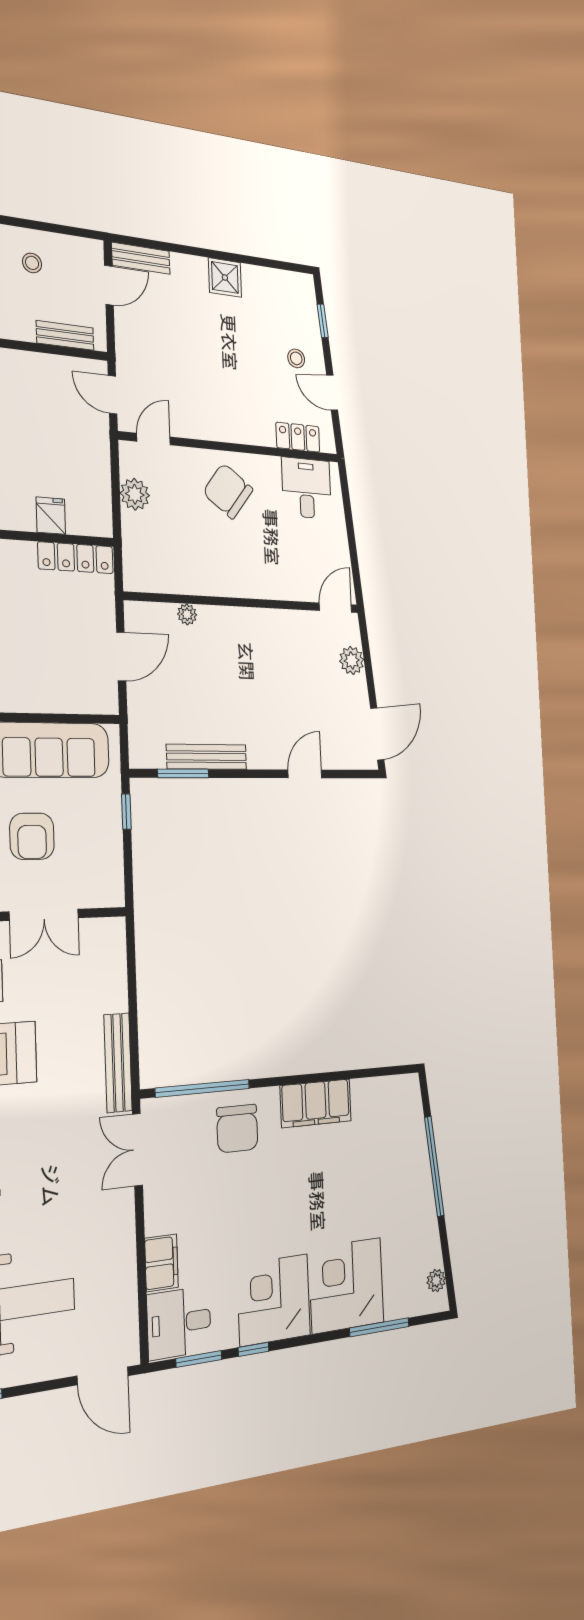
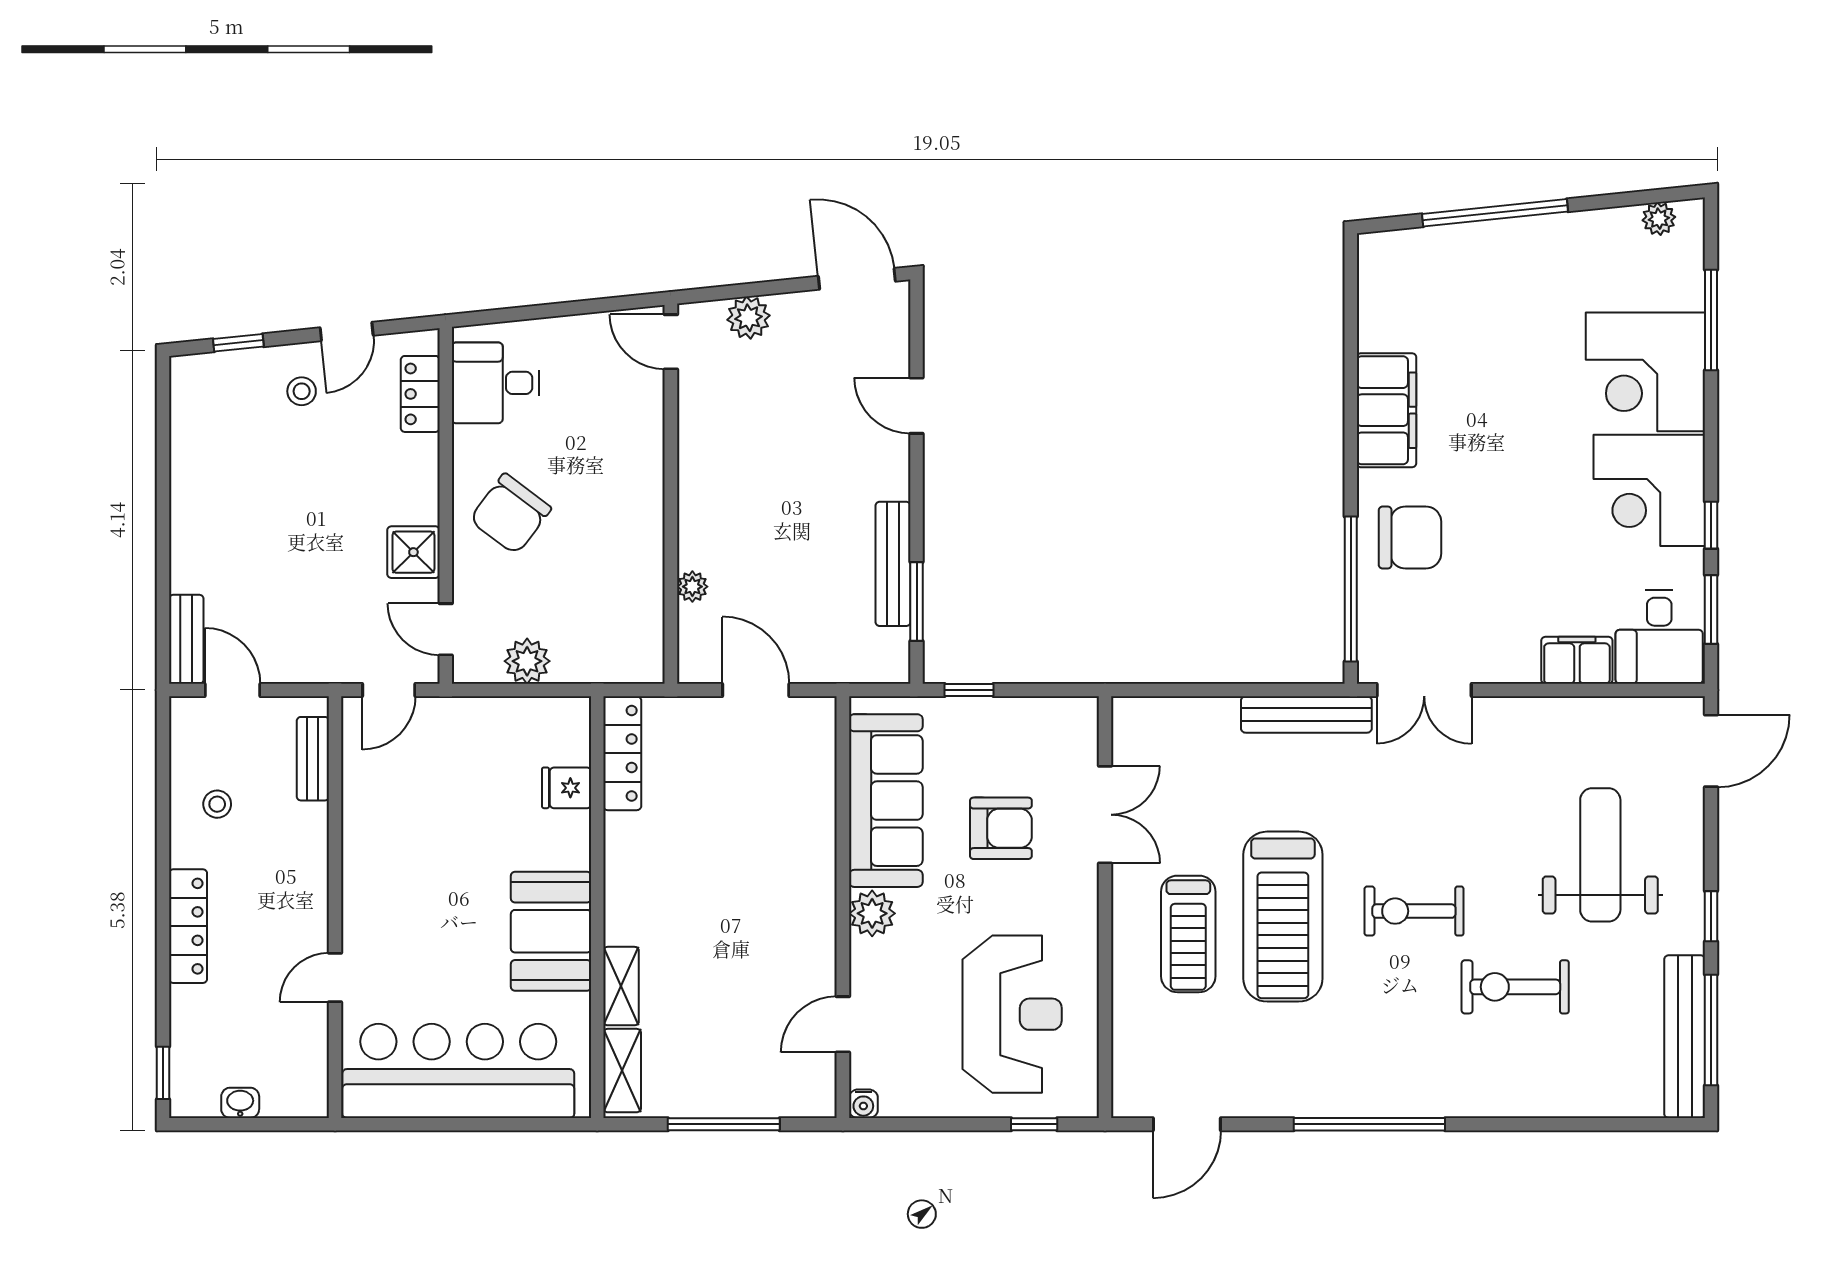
shower: (225, 277) -> (413, 552), moved

